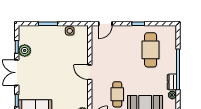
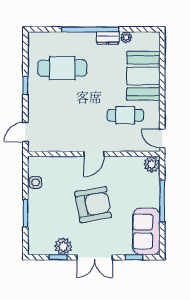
door: (105, 24) -> (25, 132), swing flipped
armchair: (54, 72) -> (93, 205), added

